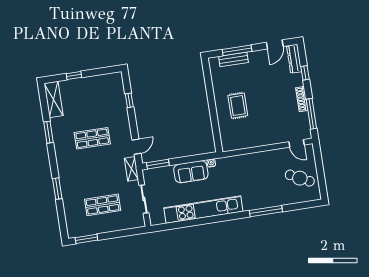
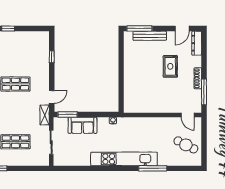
window: (237, 50) -> (139, 28), moved
bench: (233, 59) -> (150, 36), width x1.36
window: (305, 73) -> (204, 56), removed
rug: (238, 106) -> (170, 66), moved
sofa: (191, 172) -> (83, 125), moved
kitchen unit: (203, 210) -> (124, 159), moved

